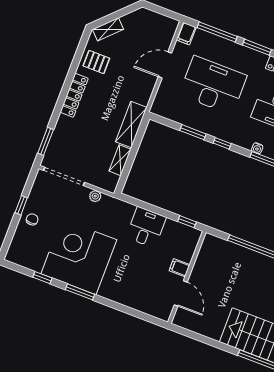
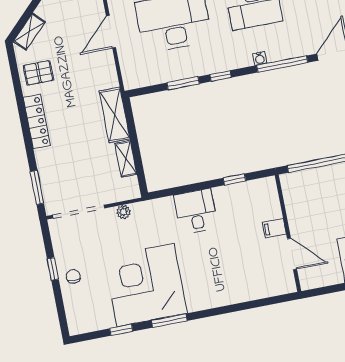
filing cabinet: (180, 268) -> (274, 228), moved
wall: (187, 277) -> (288, 233), moved
door: (181, 293) -> (292, 254), moved

